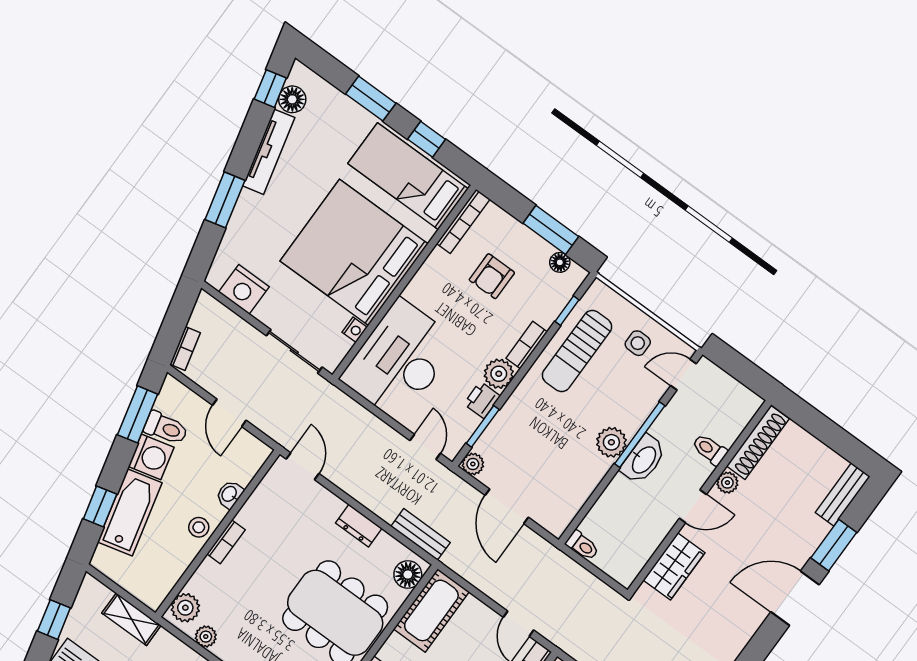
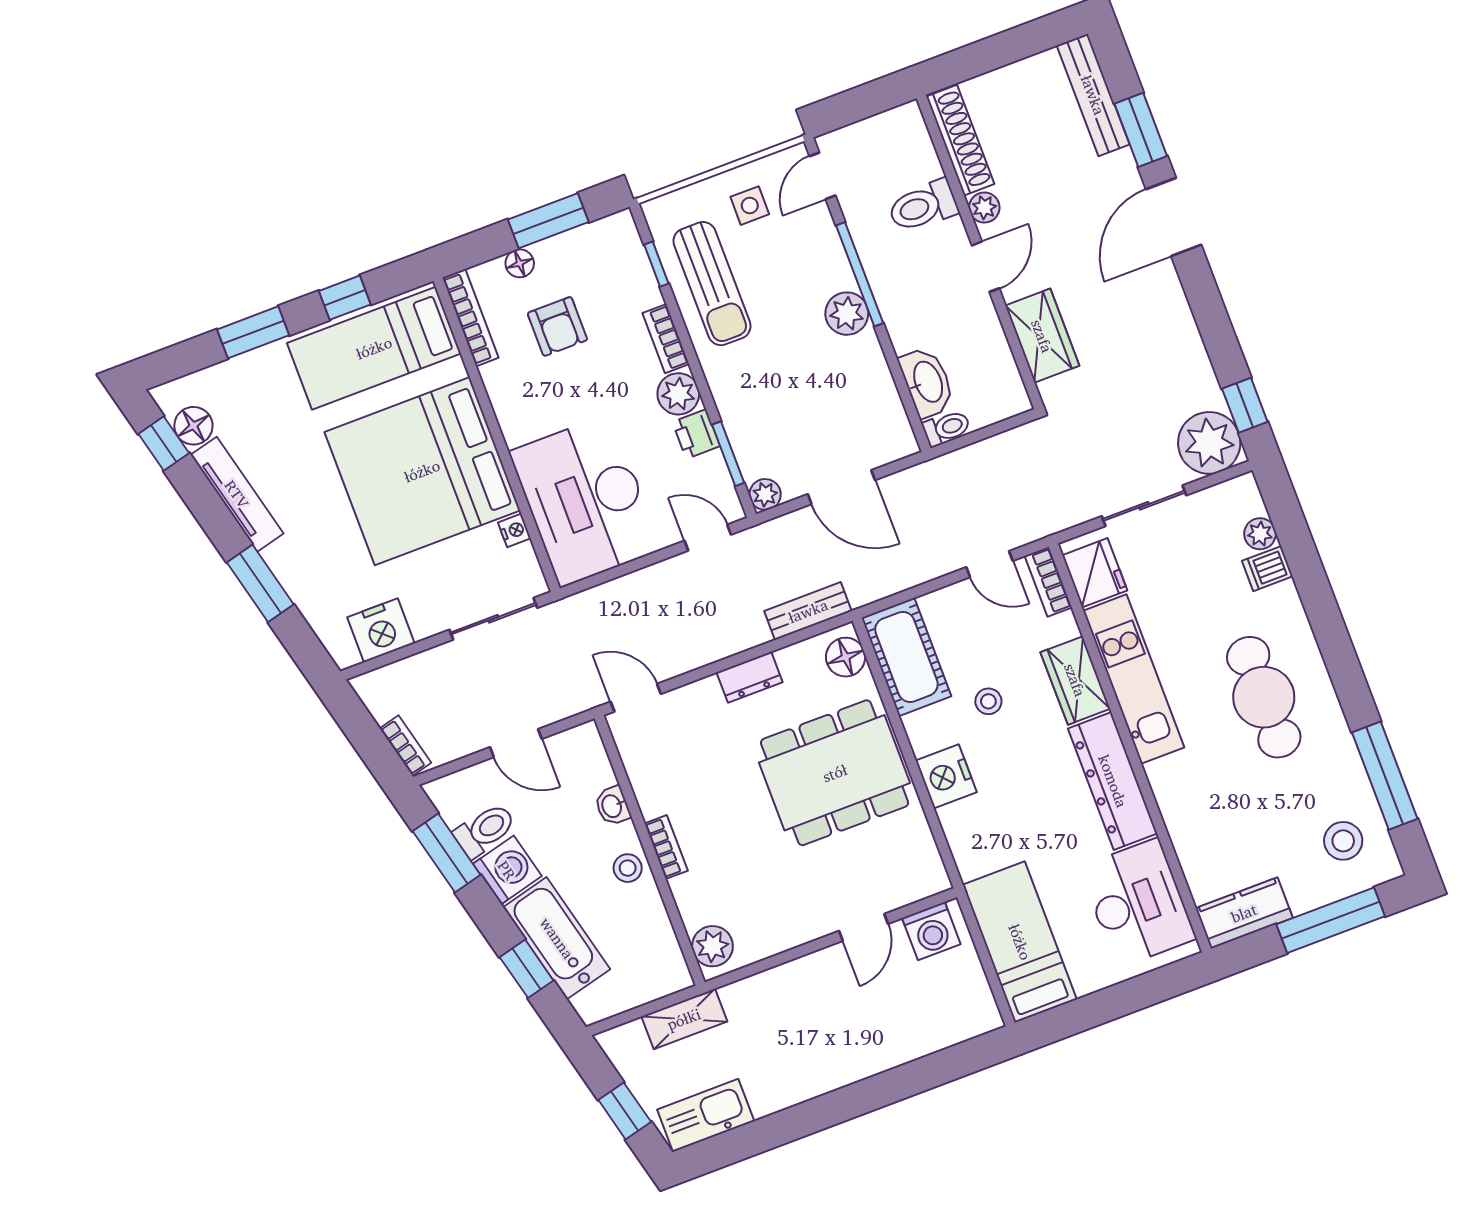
floor lamp: (560, 262) -> (520, 263), moved
toilet: (710, 450) -> (923, 206), width x1.37, depth x1.39
washbasin: (643, 459) -> (927, 382), moved
bench: (843, 494) -> (1093, 95), width x1.36
plant: (206, 637) -> (762, 944), removed

